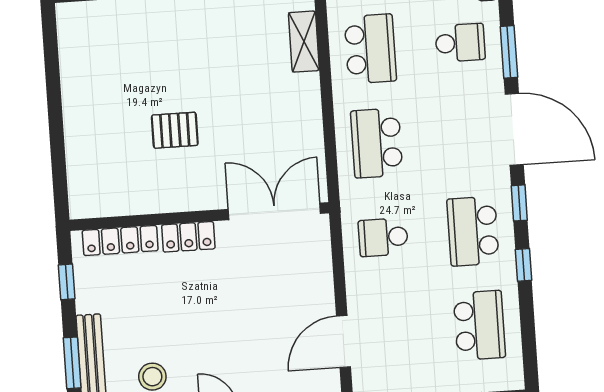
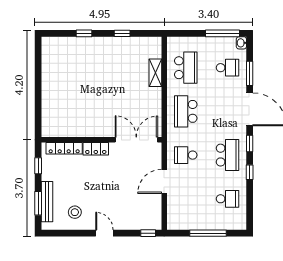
shelving: (304, 42) -> (155, 73), moved
pallet: (175, 130) -> (93, 99), removed
school desk: (473, 231) -> (227, 155), turned 180
school desk: (479, 325) -> (227, 199), width x0.54
door: (344, 342) -> (164, 181), moved

